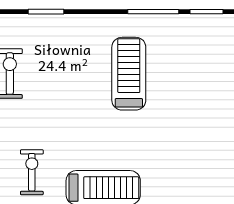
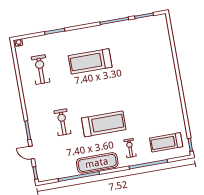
treadmill: (129, 74) -> (90, 61), moved, turned -90

